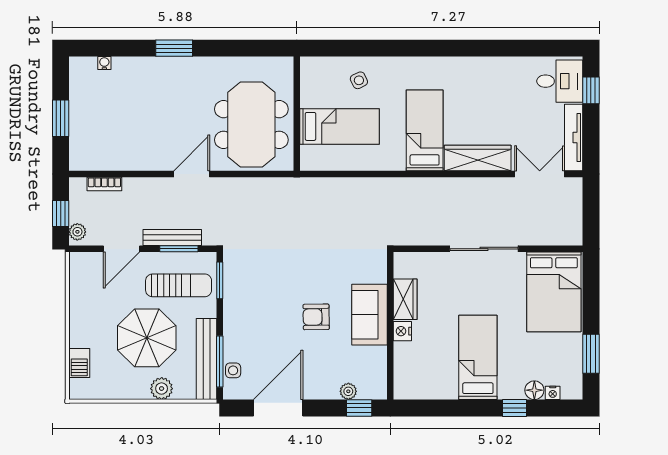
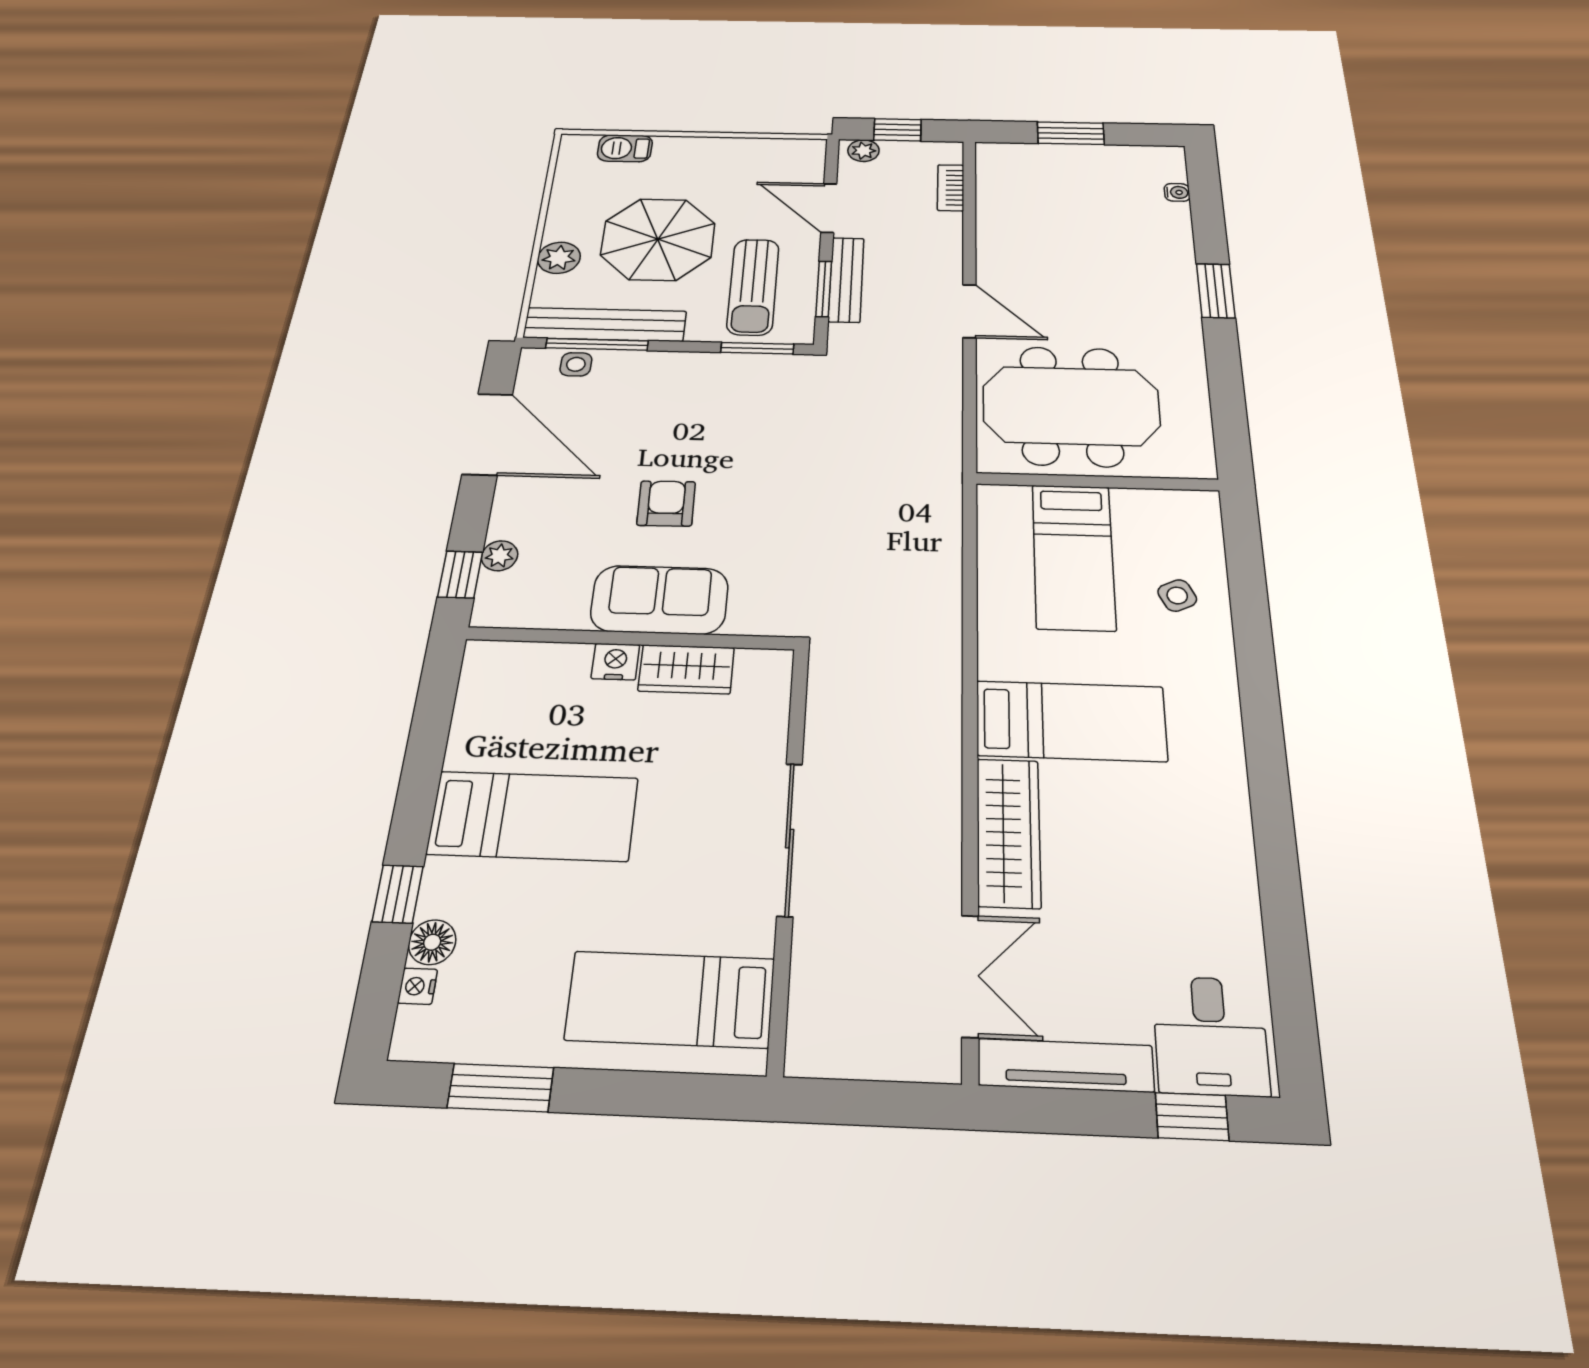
bed: (554, 292) -> (670, 999), width x0.67

